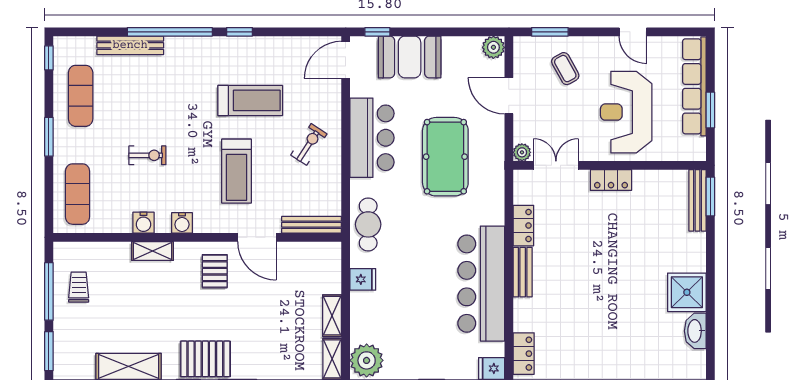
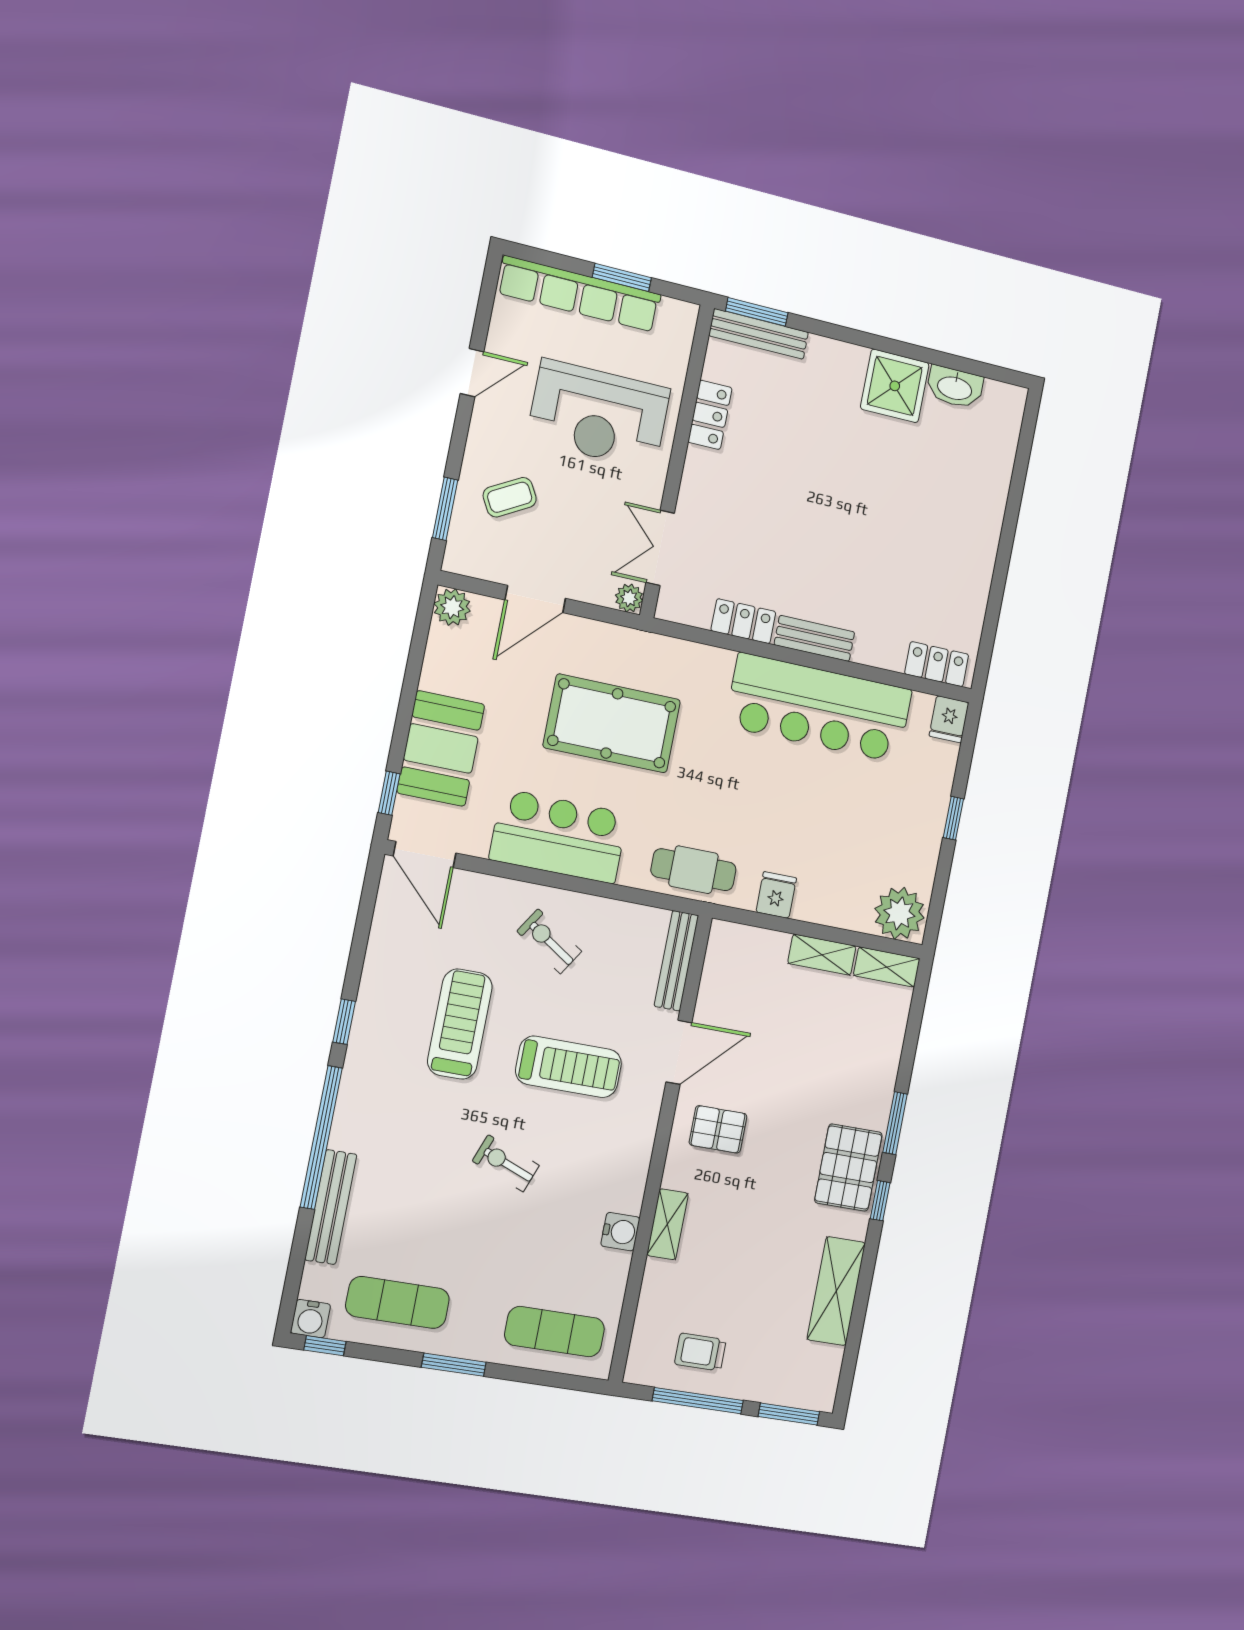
exercise bike: (147, 155) -> (506, 1163), moved, turned -69
locker: (611, 180) -> (710, 415), moved
water cooler: (182, 223) -> (310, 1319), moved, turned 90

